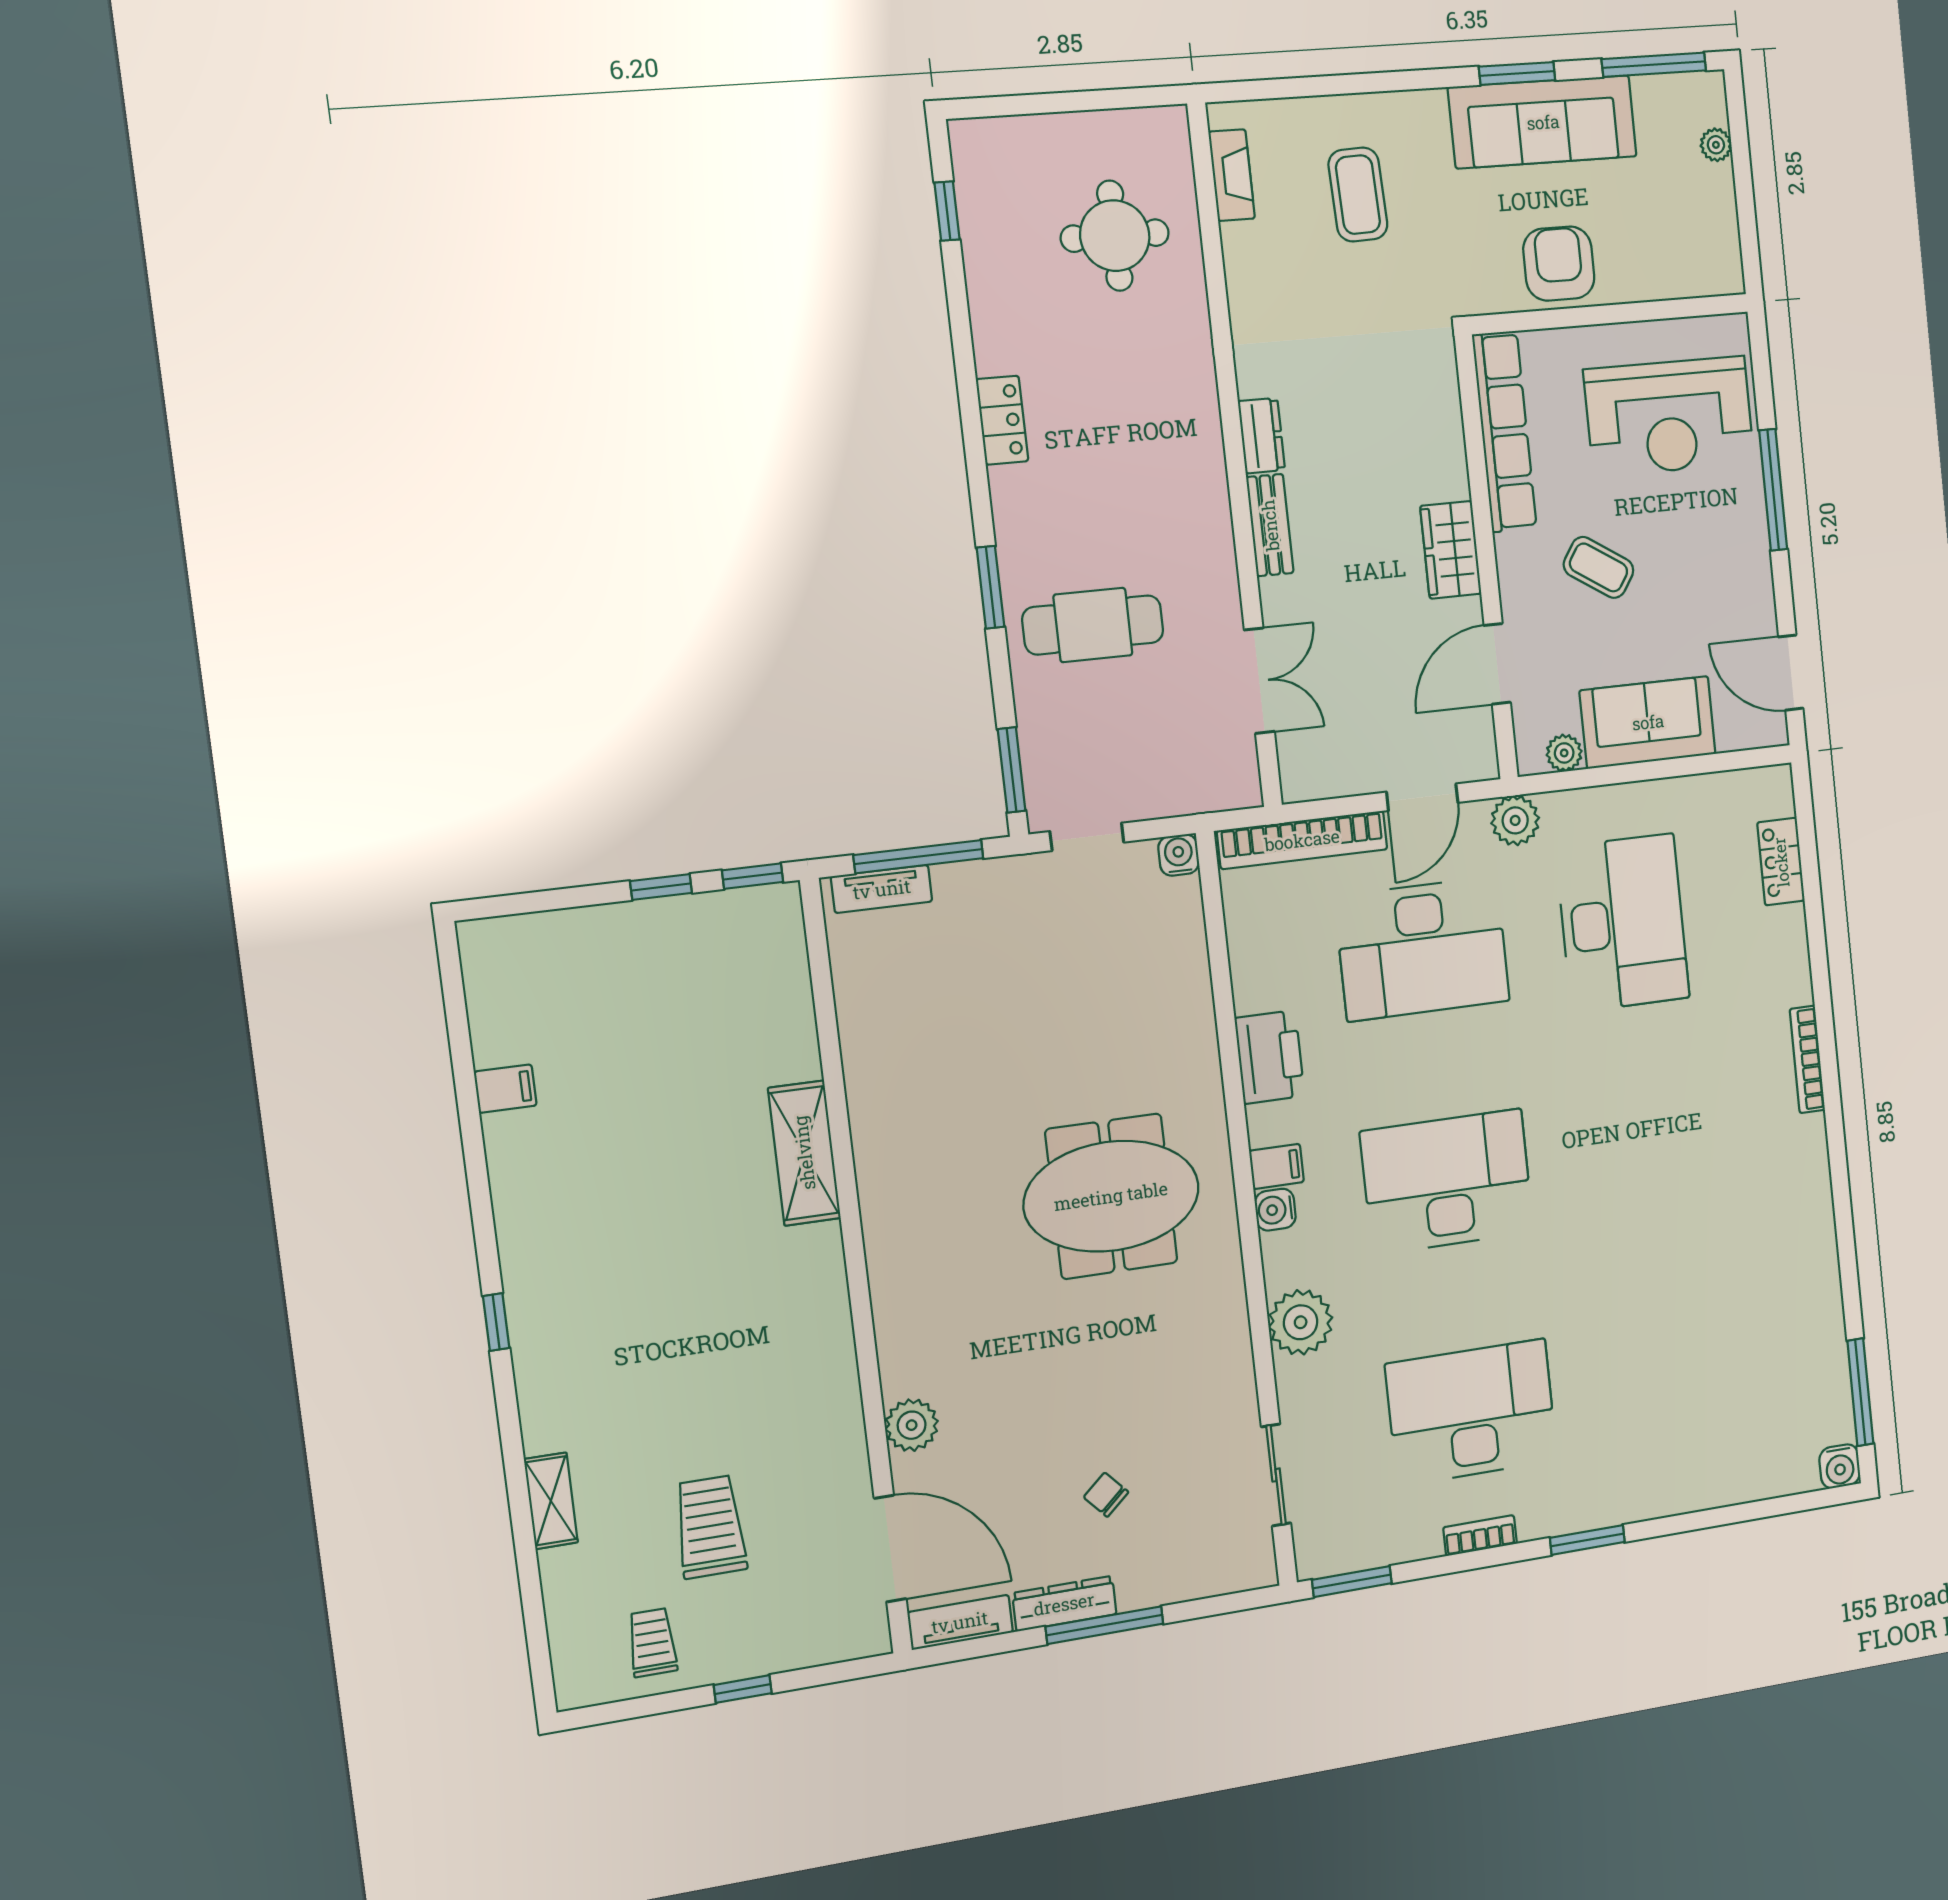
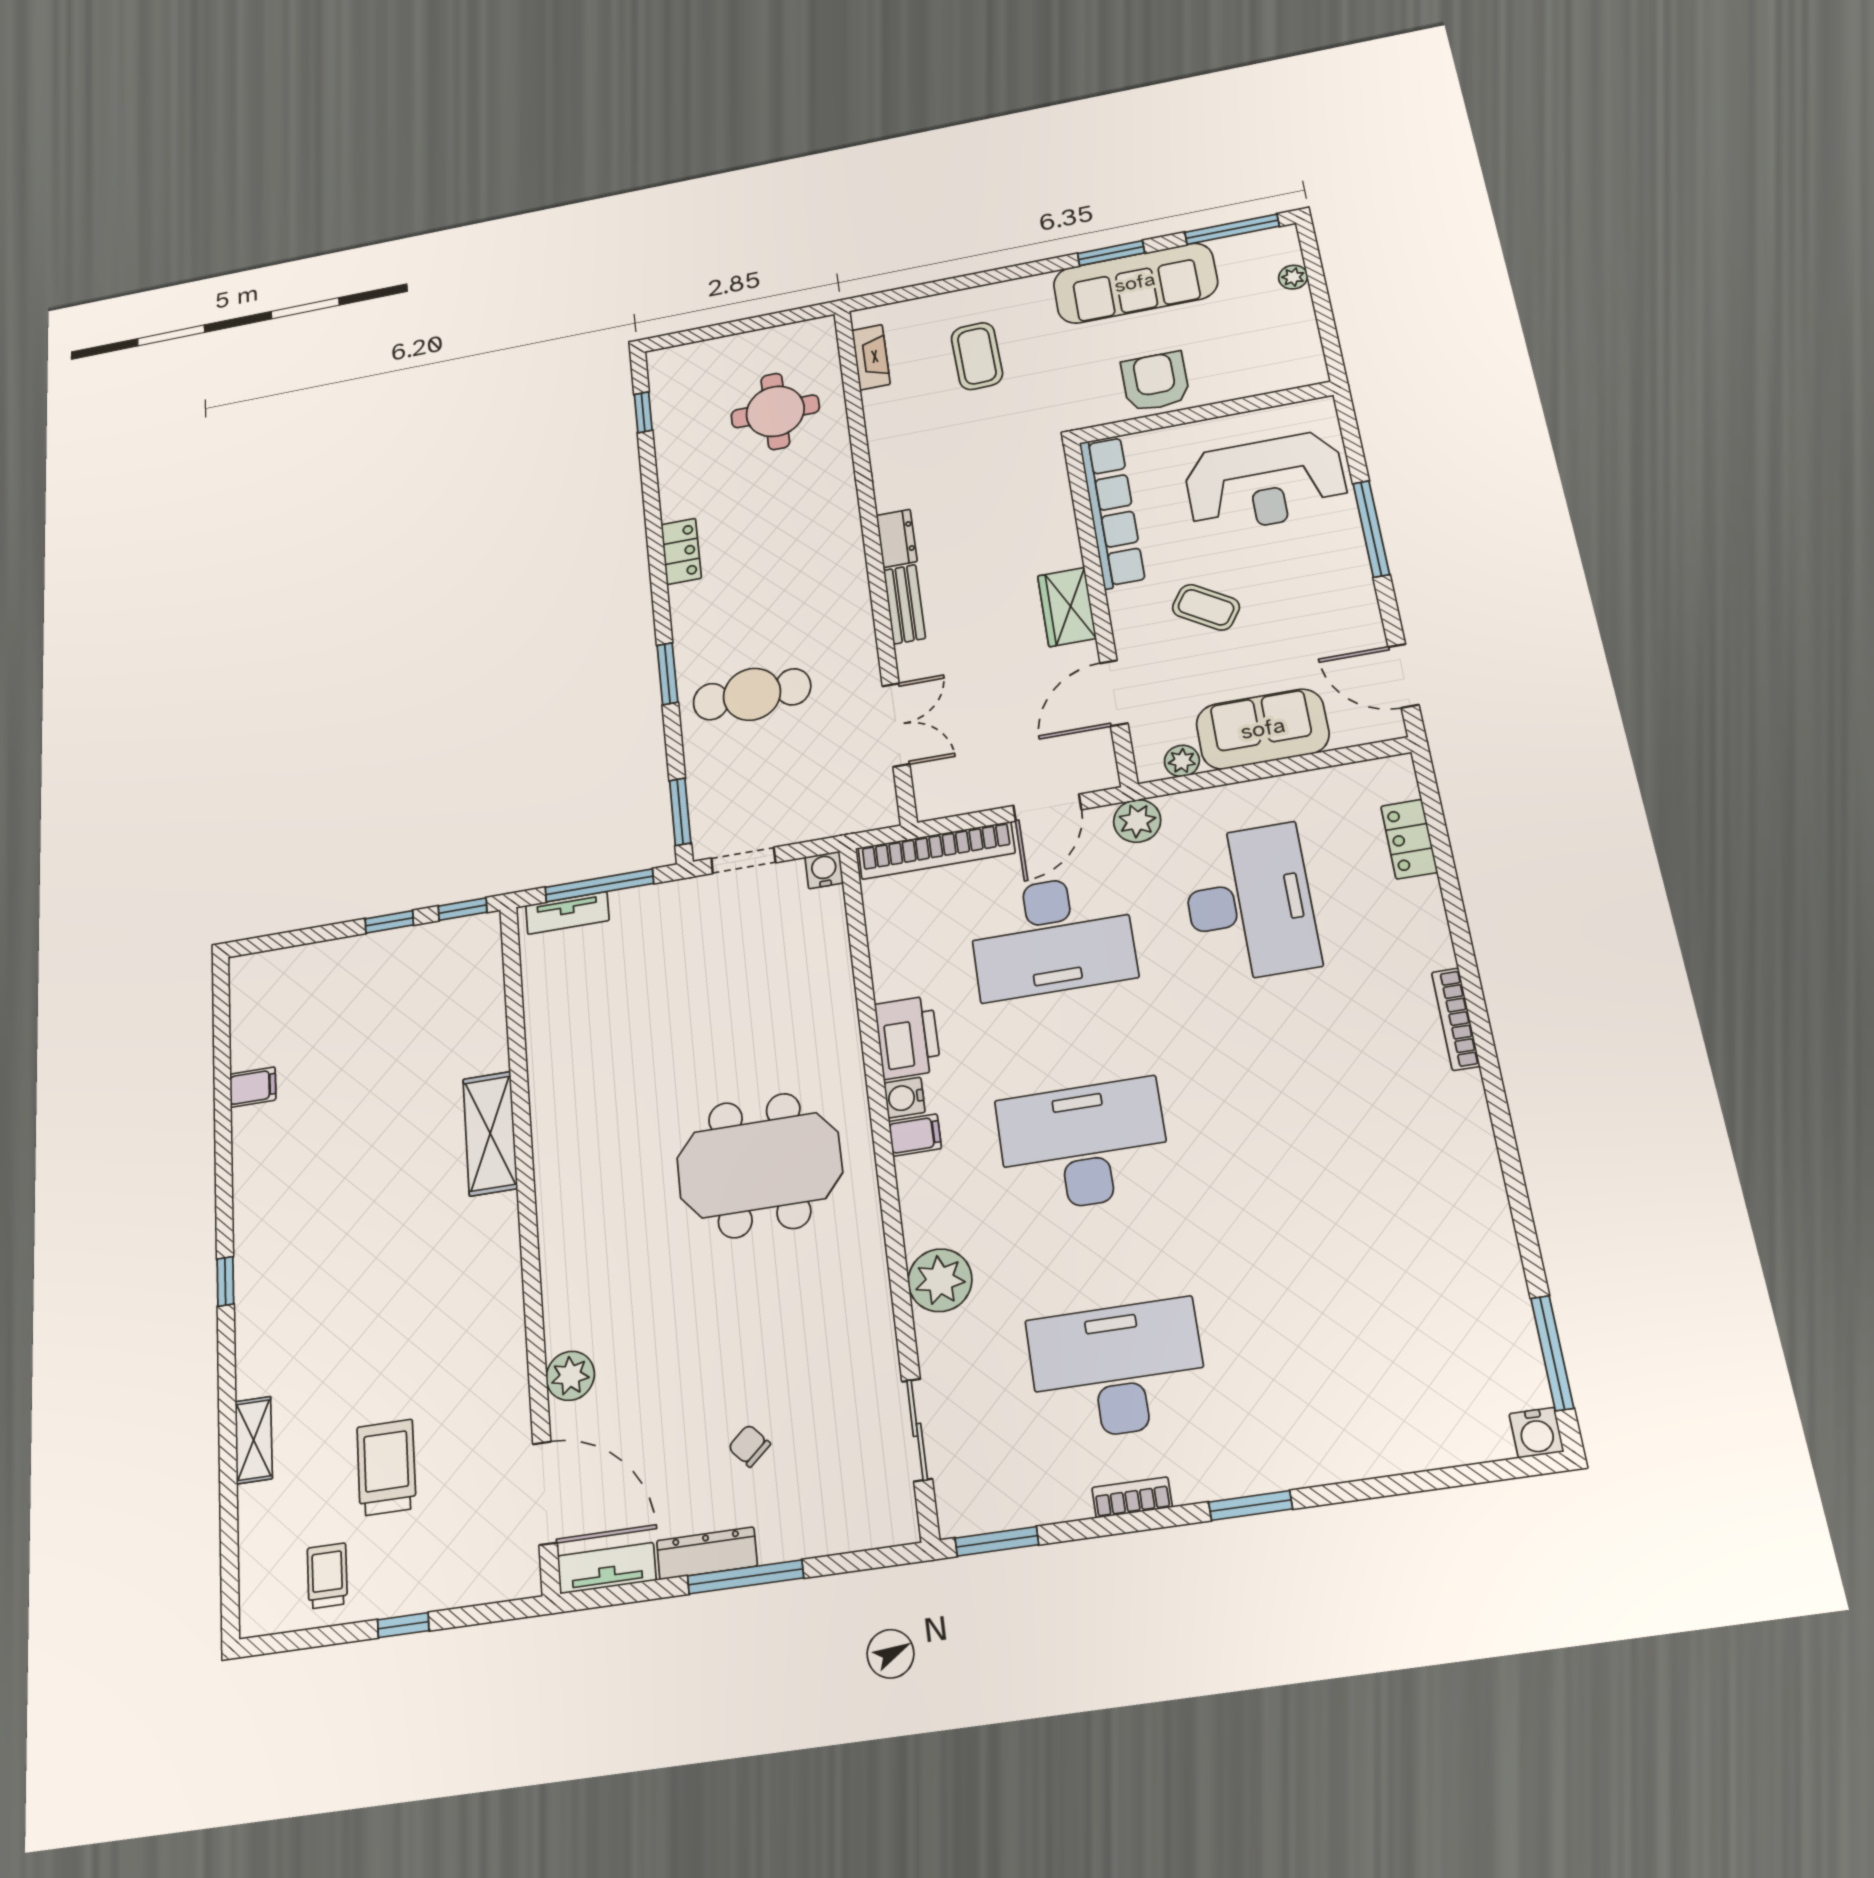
water cooler: (1275, 1210) -> (904, 1098), moved

